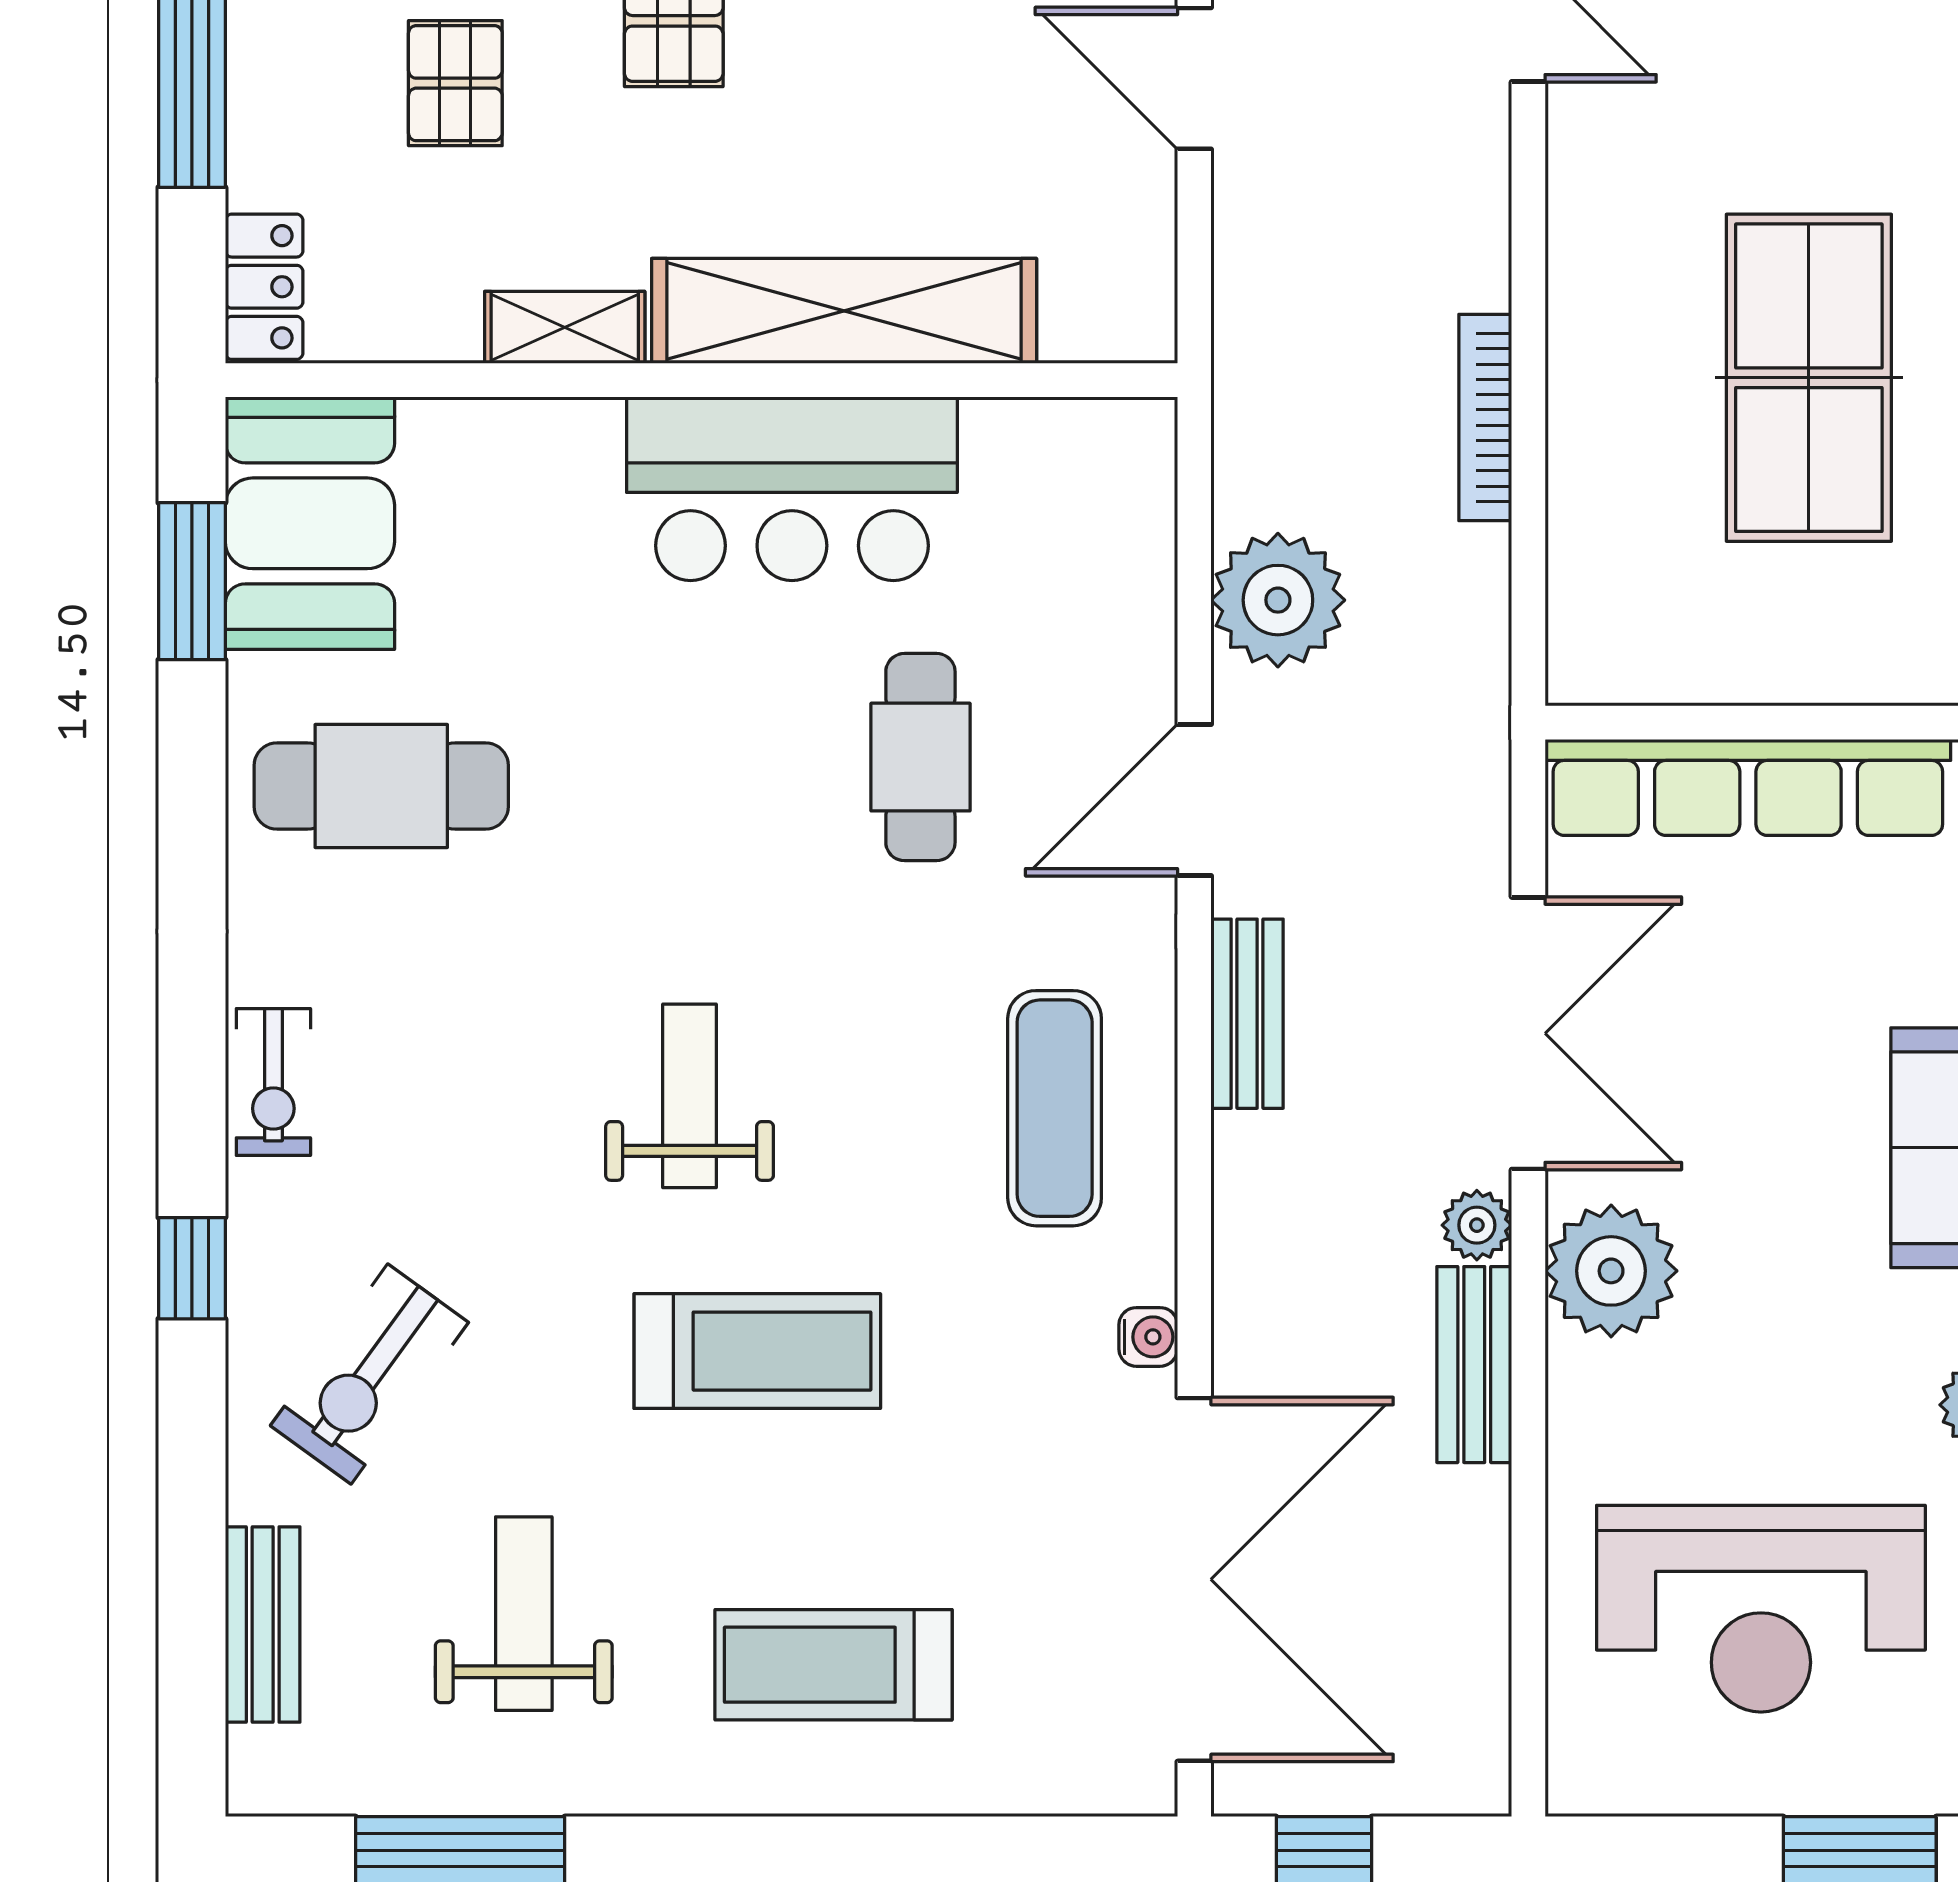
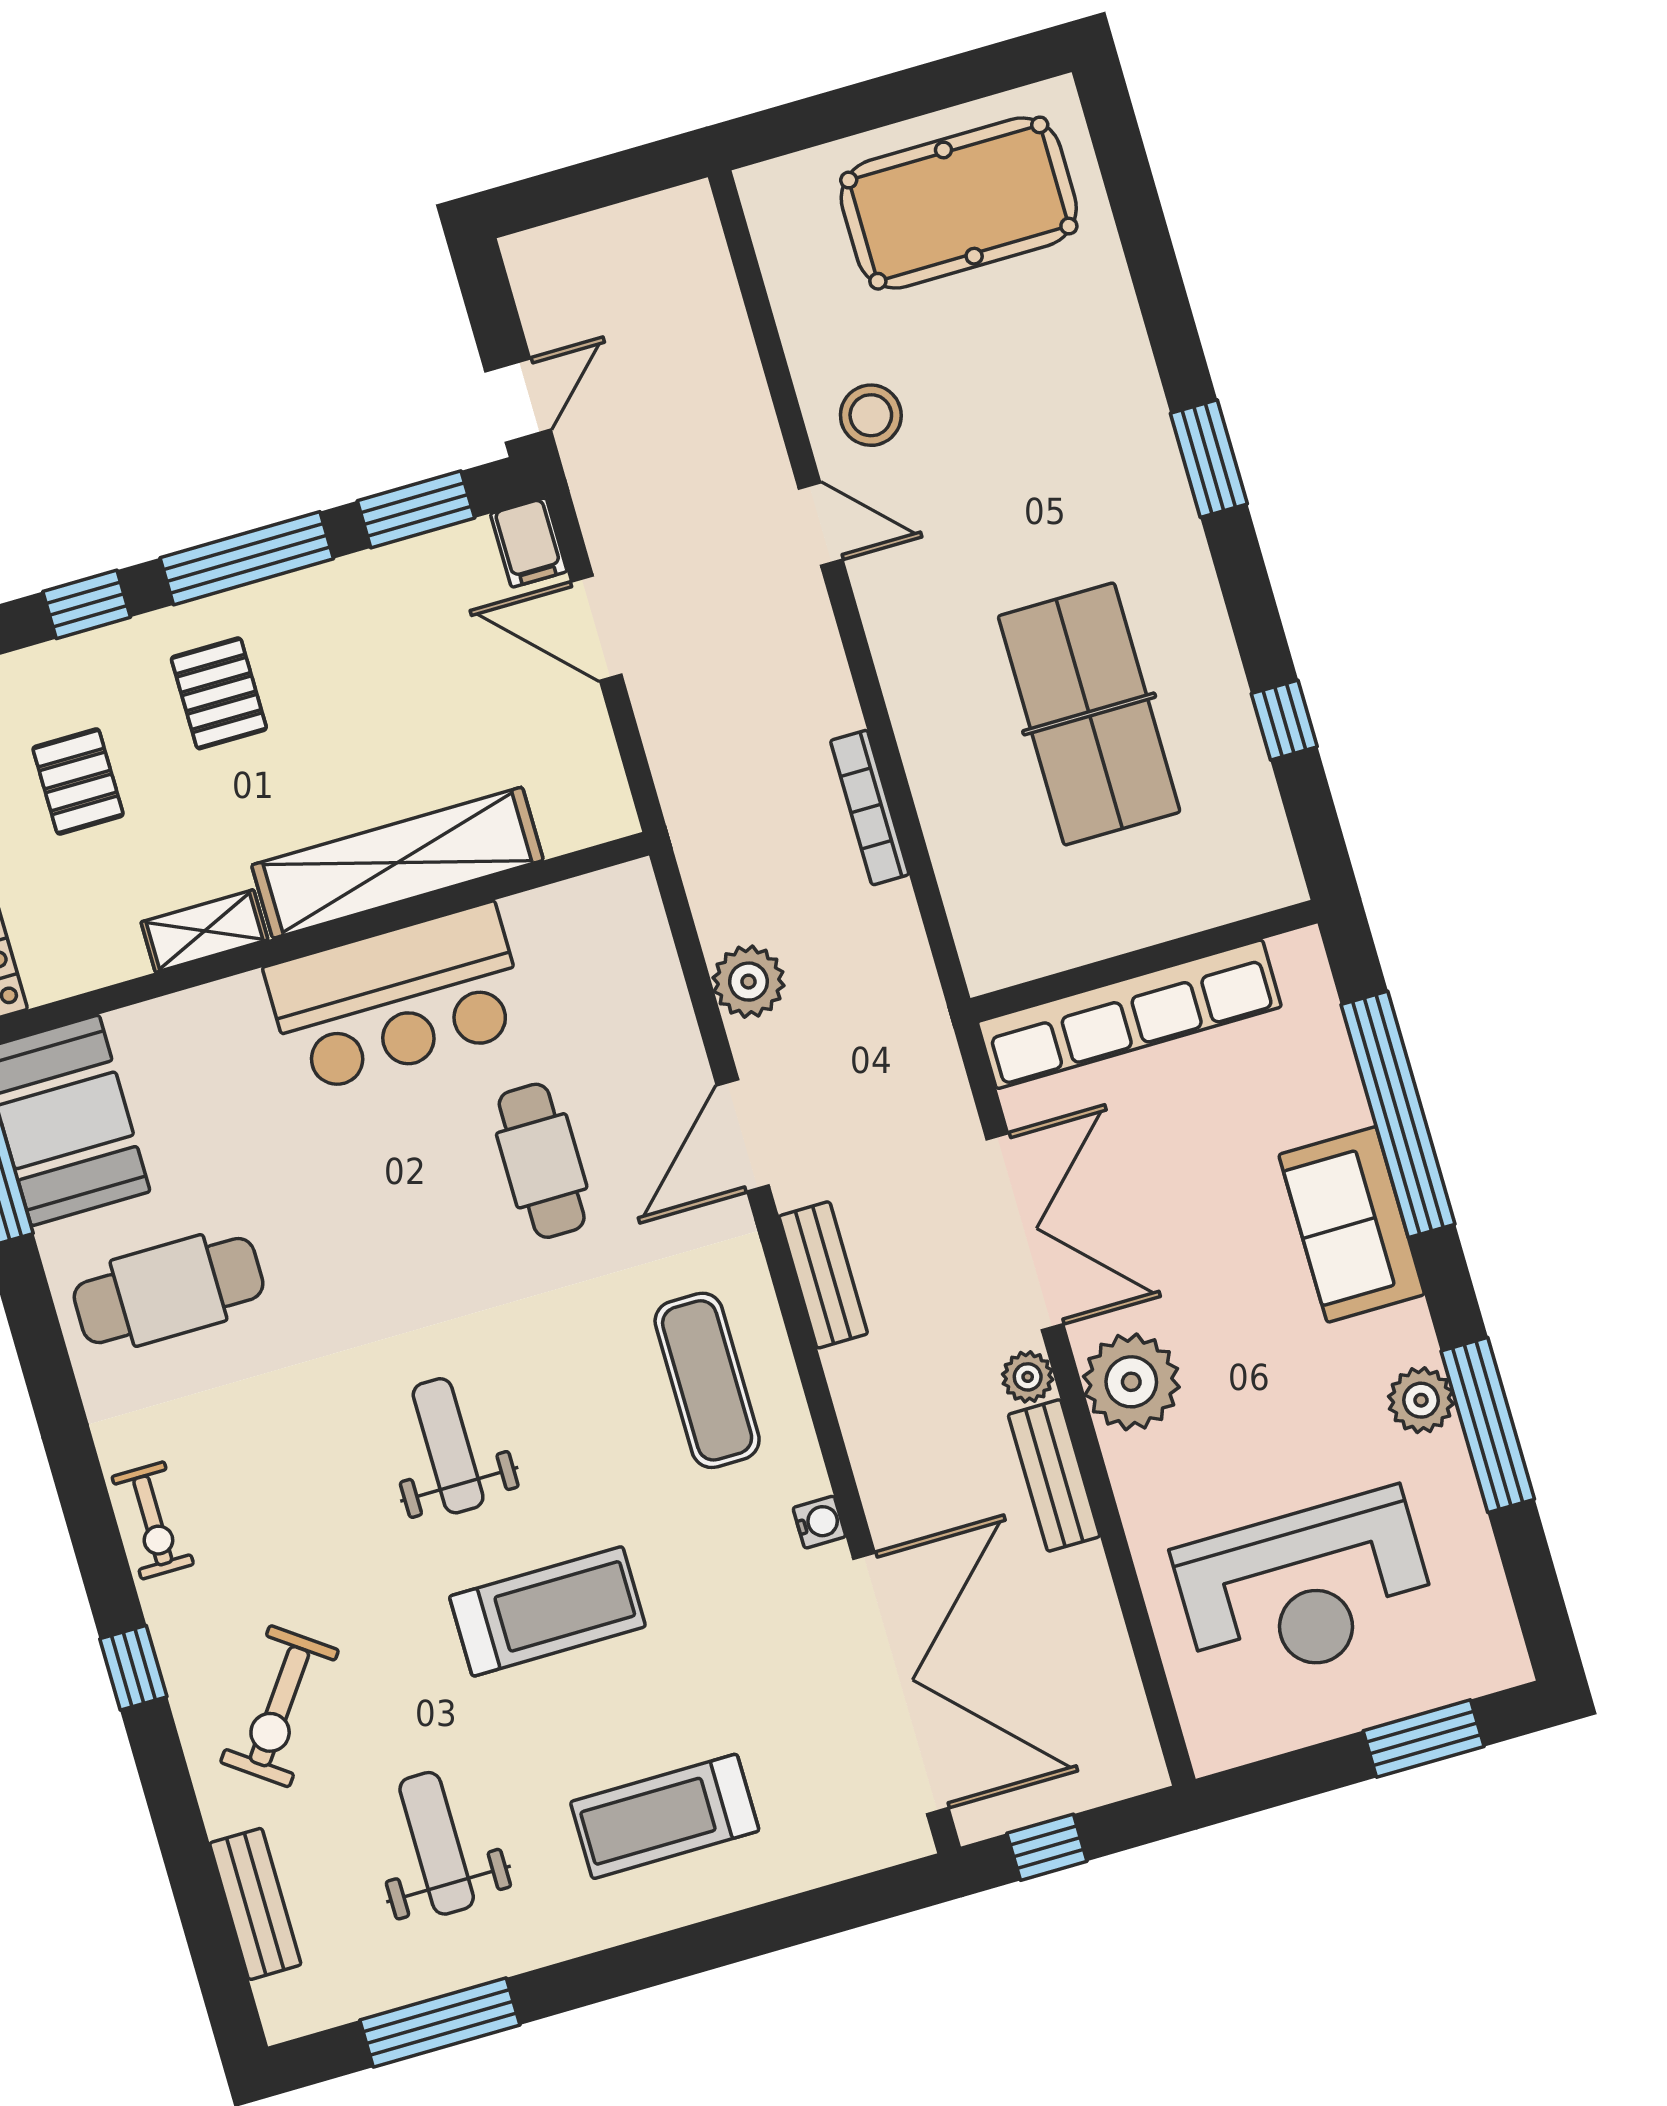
plant: (1278, 600) -> (748, 982), width x0.73, depth x0.73

